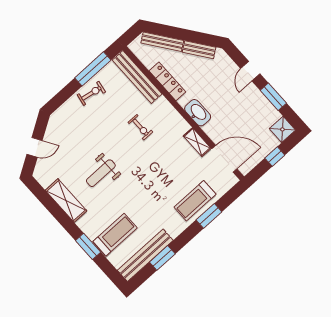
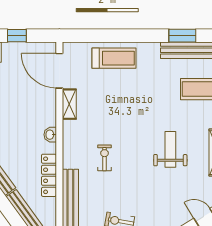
washbasin: (198, 113) -> (50, 135), width x0.52, depth x0.69
weight bench: (101, 173) -> (170, 149), turned -90
window: (209, 216) -> (114, 36), removed

